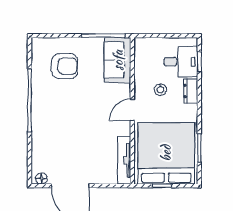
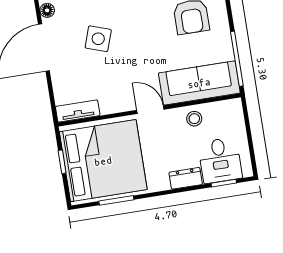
sofa: (118, 60) -> (199, 83), width x1.36
stool: (160, 90) -> (194, 119), moved
side table: (70, 142) -> (98, 39), added
tv unit: (124, 160) -> (78, 111), width x0.71

